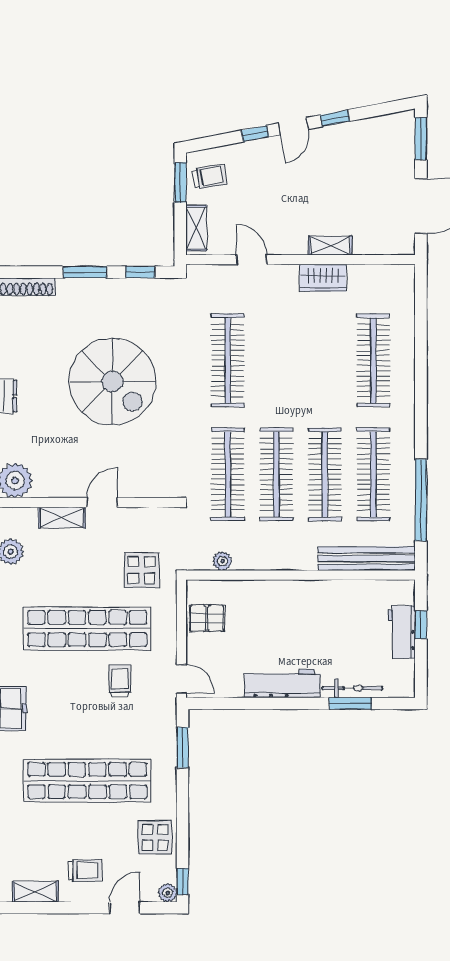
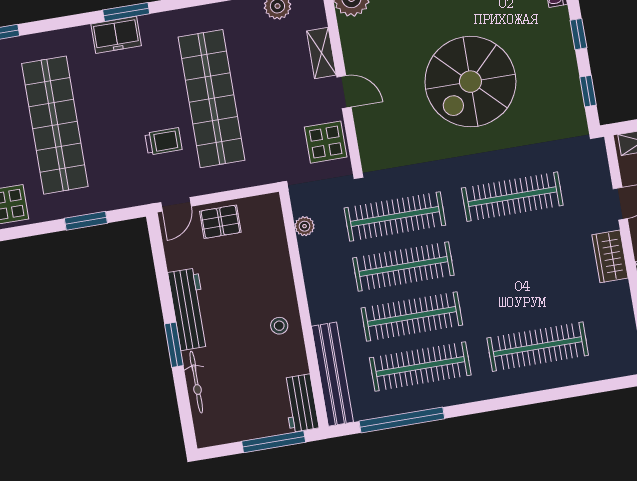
window: (85, 272) -> (578, 34), width x0.67
wardrobe: (323, 278) -> (610, 256), moved
display table: (142, 570) -> (326, 142), moved
stool: (312, 601) -> (279, 326), added
pallet: (207, 618) -> (220, 222), moved, turned 90
window: (421, 625) -> (274, 442), width x2.17
workbench: (402, 632) -> (300, 403), moved, turned -90
window: (350, 703) -> (174, 345), moved
window: (183, 747) -> (86, 221), moved

